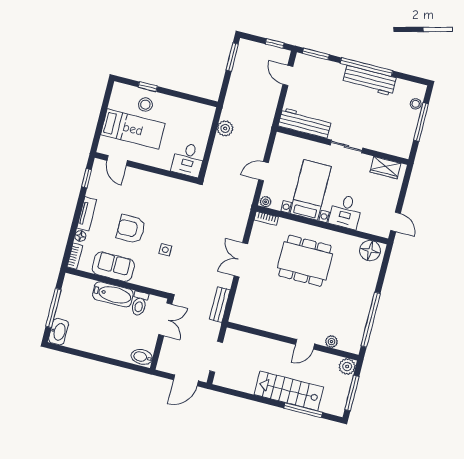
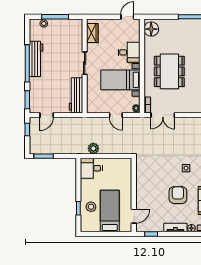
desk: (188, 160) -> (91, 168), moved, turned 180
armchair: (131, 229) -> (178, 195), turned 180
double door: (241, 260) -> (163, 115), moved

